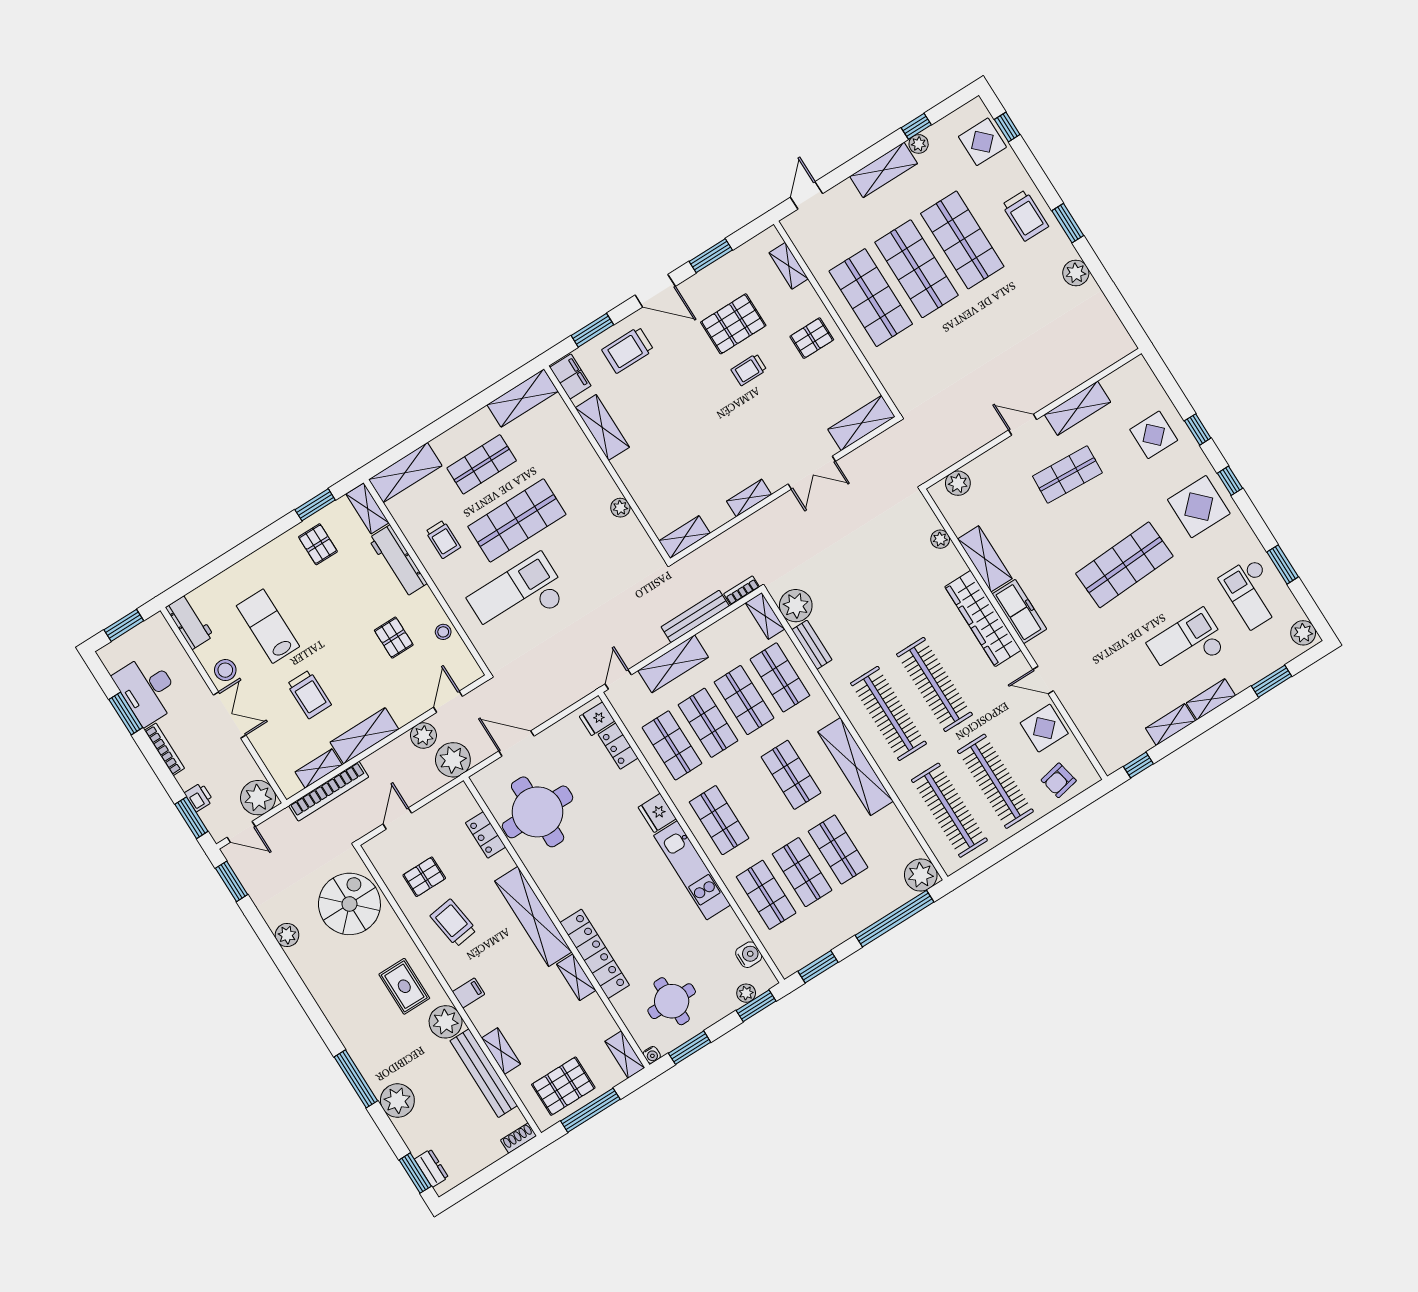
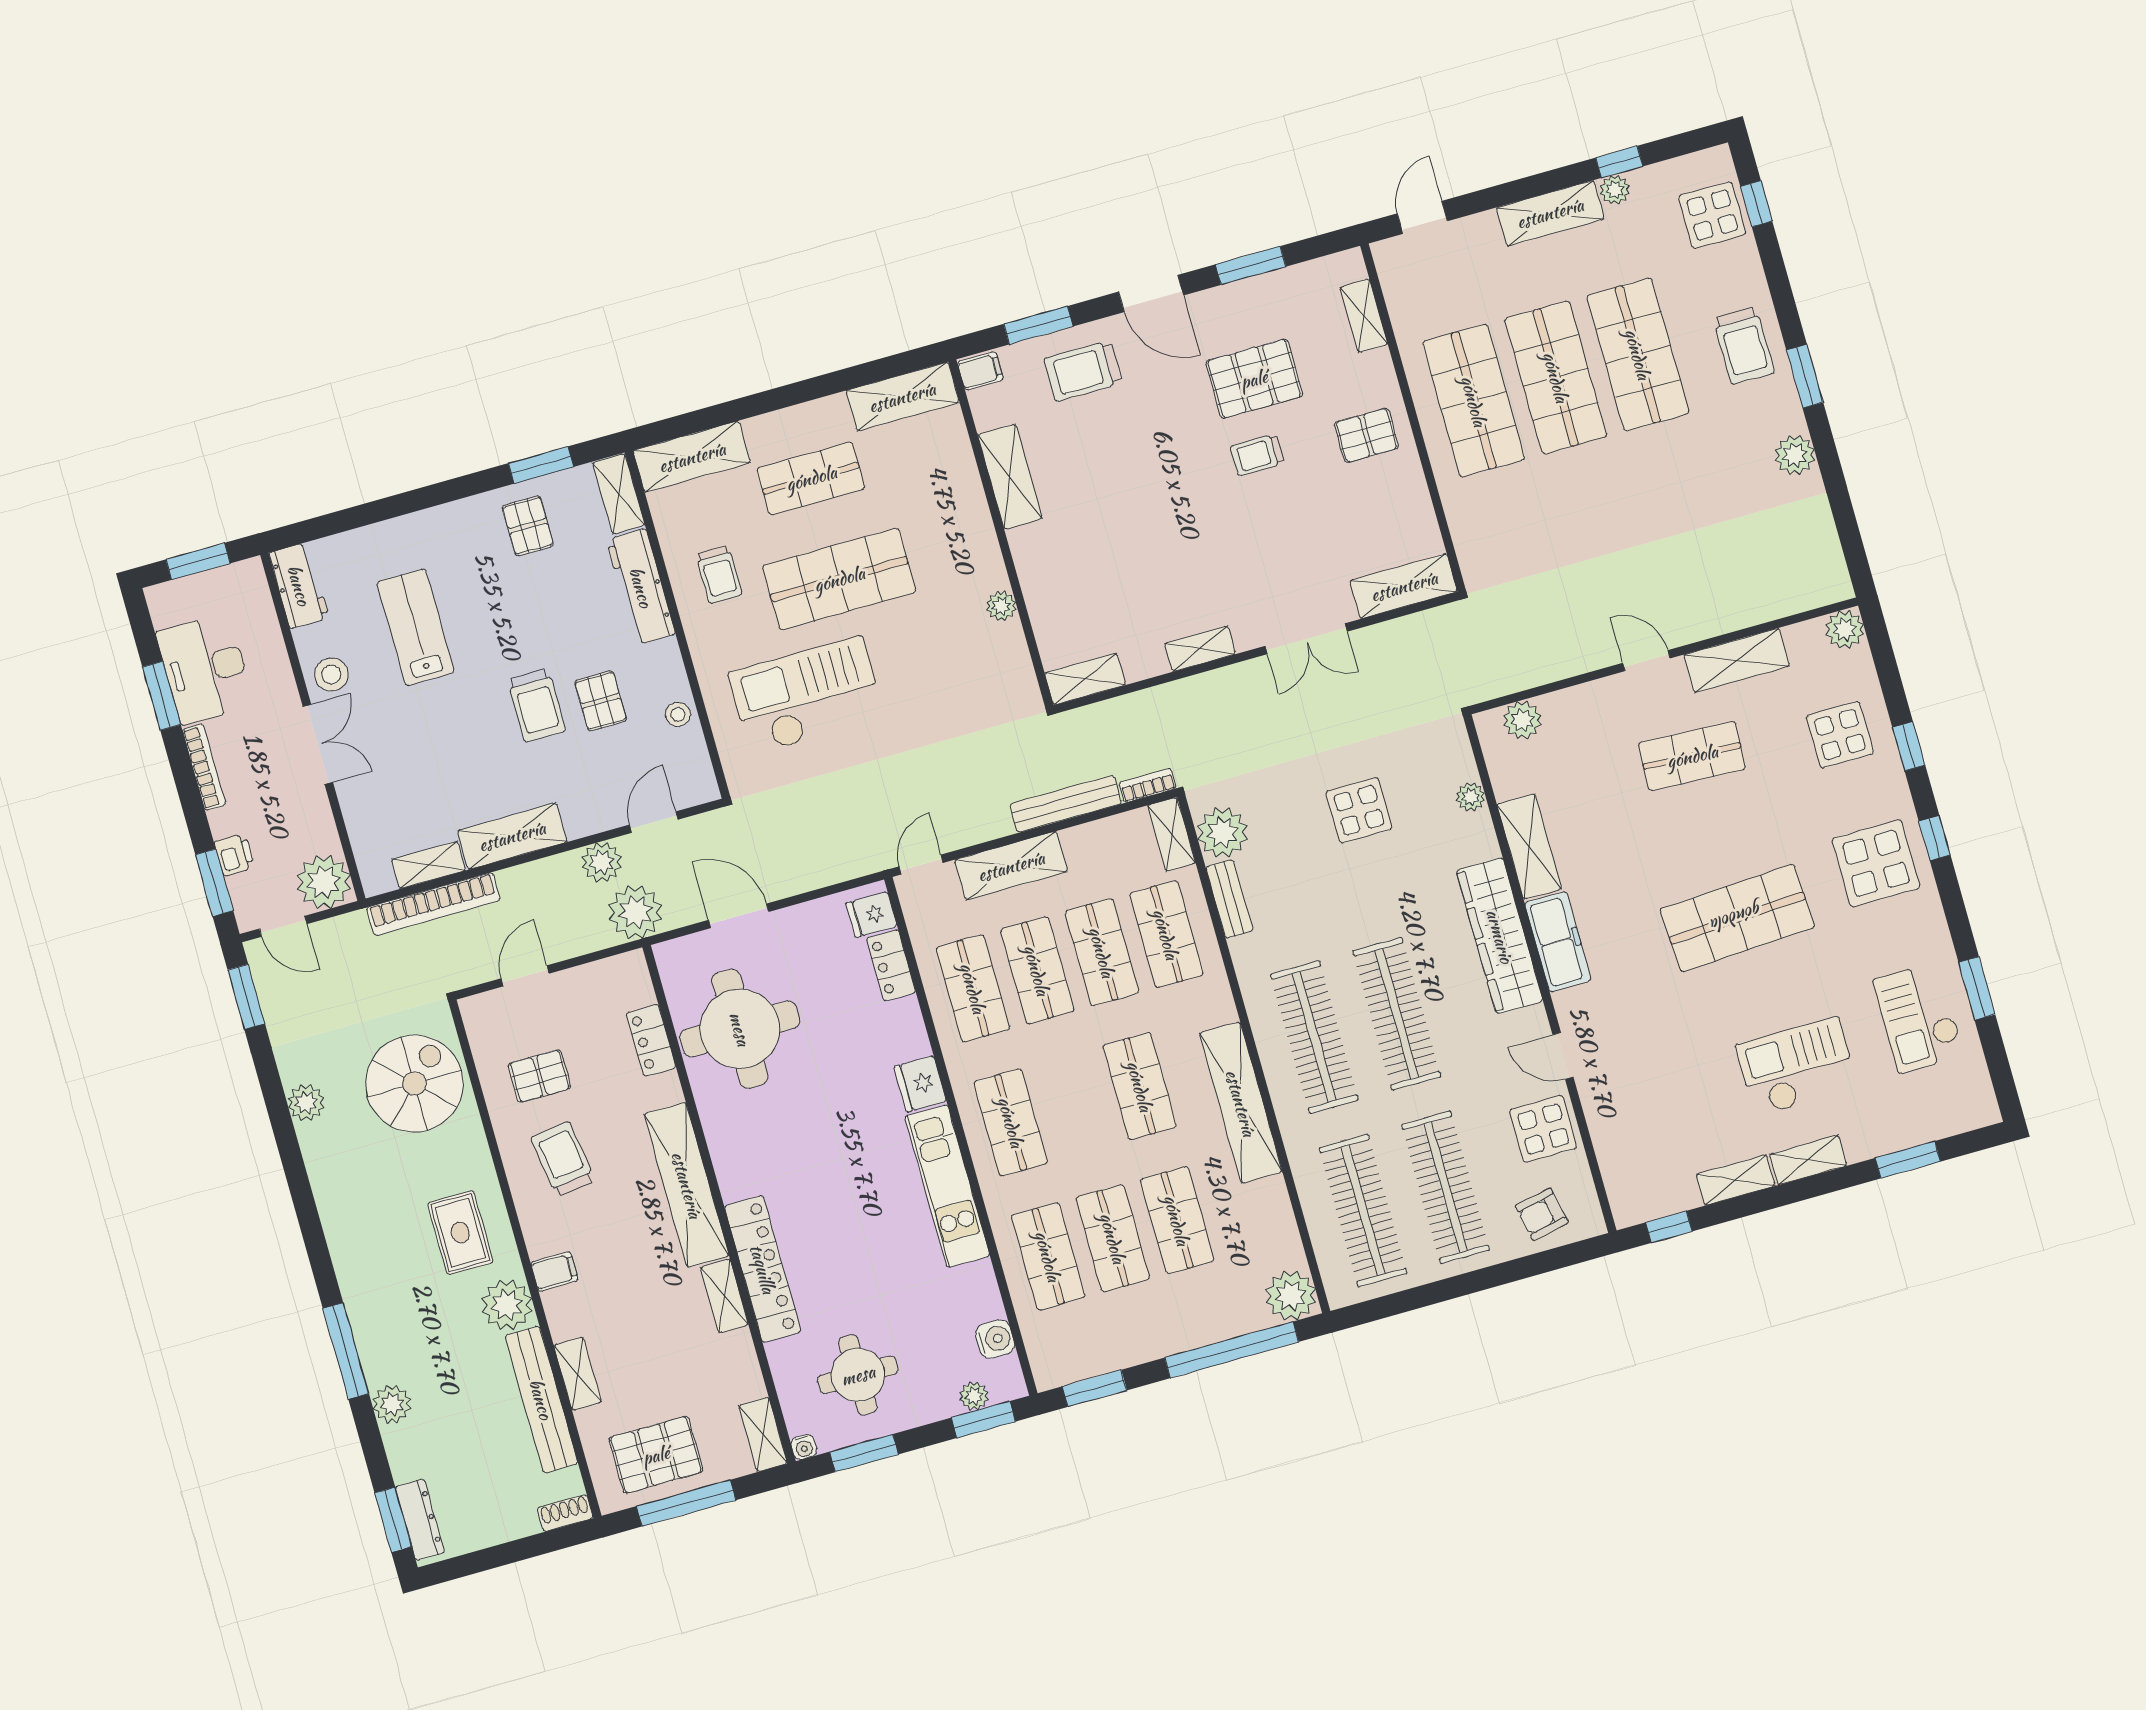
filing cabinet: (570, 376) -> (980, 371), width x0.50
display table: (875, 567) -> (1359, 810), added
plant: (1303, 633) -> (1845, 630), moved
trolley: (309, 694) -> (537, 705), moved
plant: (397, 1101) -> (392, 1404), width x0.73, depth x0.73
dresser: (431, 1168) -> (420, 1520), width x1.44

